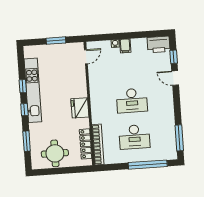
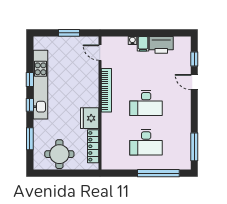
printer: (159, 45) -> (161, 45), moved
door: (86, 57) -> (100, 53), swing flipped
fridge: (80, 108) -> (90, 118), moved
bookcase: (98, 145) -> (106, 90), moved

